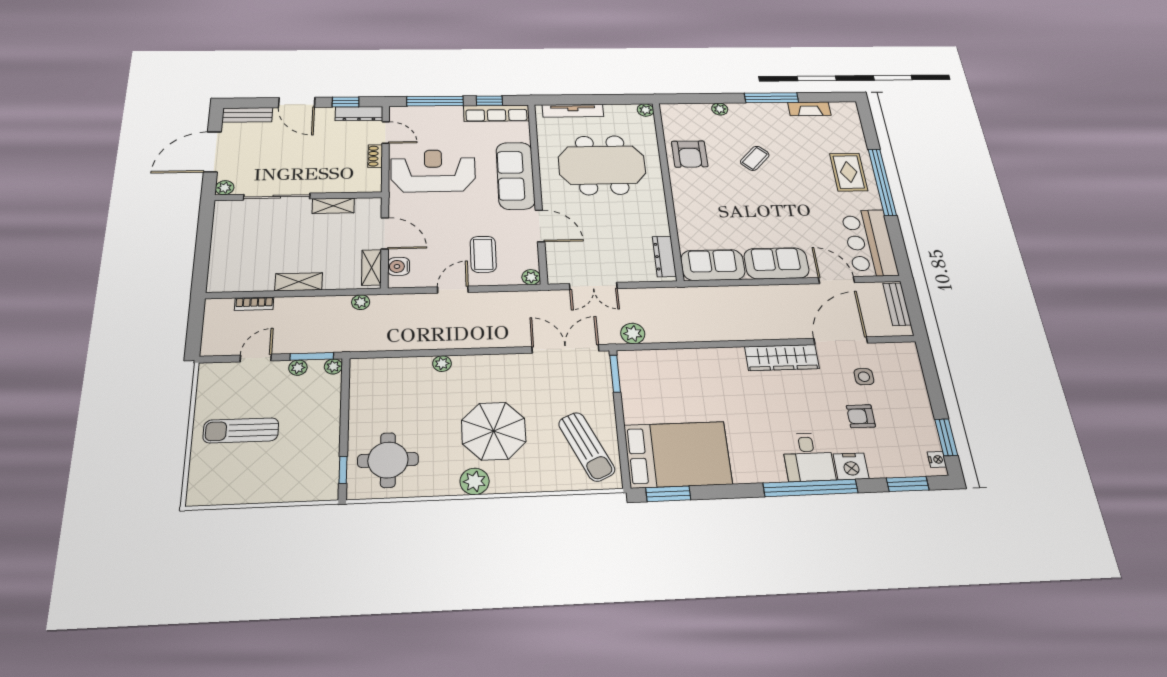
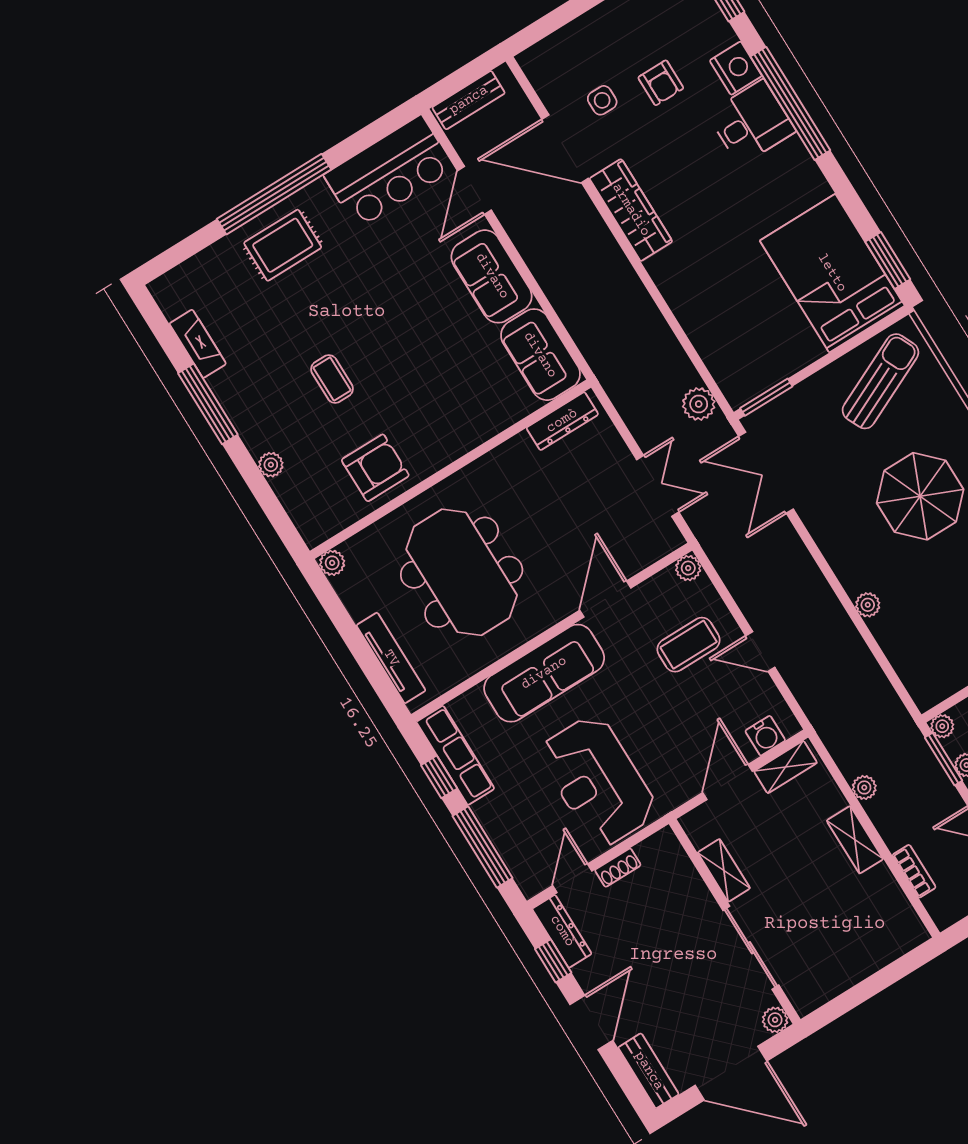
coffee table: (755, 158) -> (332, 379), turned 47
plant: (361, 302) -> (864, 787), moved

